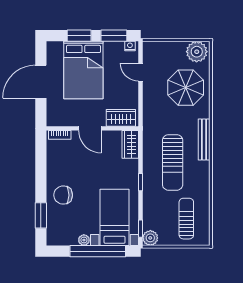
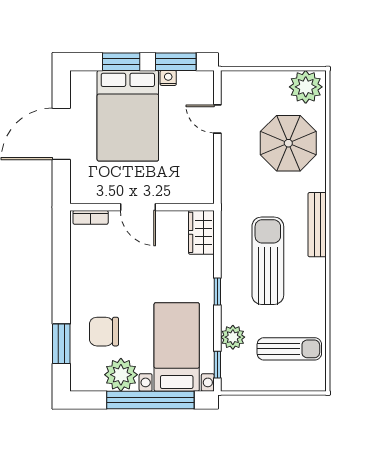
nightstand: (130, 46) -> (168, 78), moved
wardrobe: (121, 118) -> (187, 191), removed
sun lounger: (173, 162) -> (268, 261), turned 180
chair: (63, 195) -> (104, 332), moved
sun lounger: (186, 219) -> (289, 349), turned 90
plant: (150, 238) -> (233, 337), moved
plant: (84, 240) -> (121, 375), width x1.88, depth x1.88

